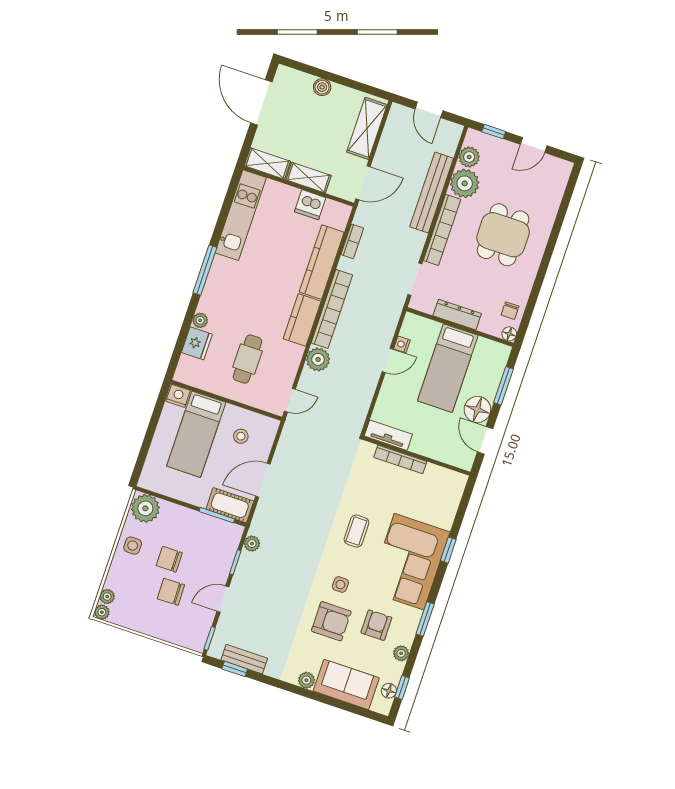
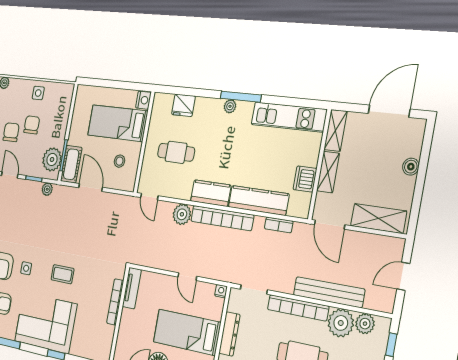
plant: (200, 320) -> (230, 106), moved
nightstand: (402, 344) -> (221, 291), moved
plant: (145, 508) -> (52, 159), moved

